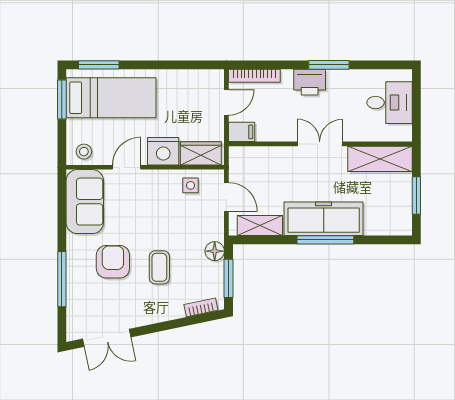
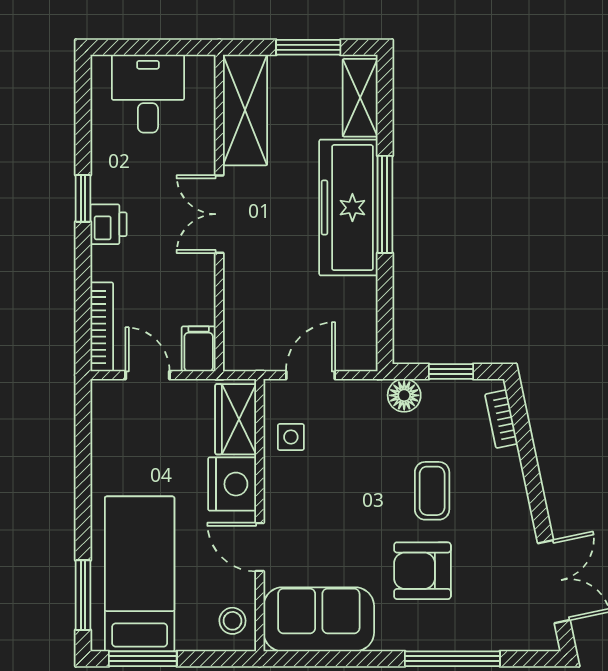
window: (329, 65) -> (83, 198), width x0.67
printer: (310, 82) -> (108, 224), width x0.73, depth x0.81
shelving: (260, 226) -> (360, 98), moved
coffee table: (159, 267) -> (432, 491), turned 90
window: (229, 278) -> (451, 371), width x0.67

